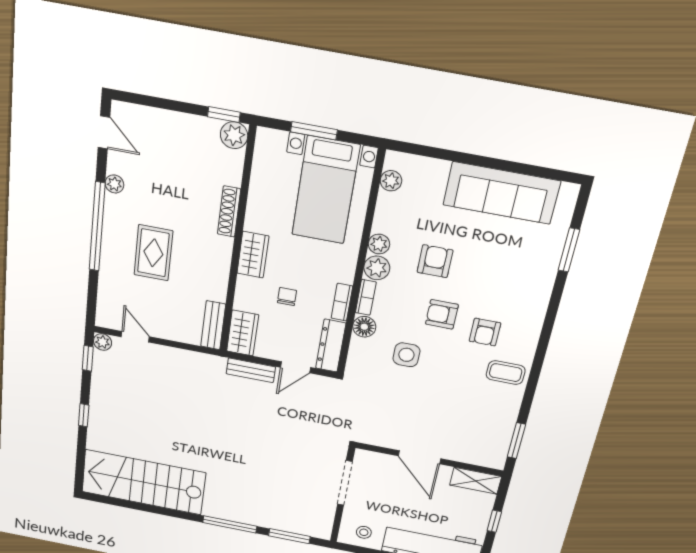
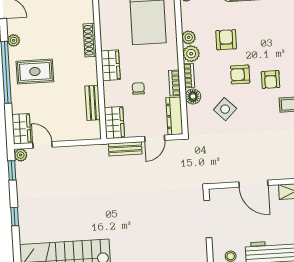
rug: (153, 253) -> (35, 72), moved, turned 90
wardrobe: (108, 309) -> (21, 129), added
bench: (213, 325) -> (93, 103), moved
side table: (406, 355) -> (225, 109), turned 45

